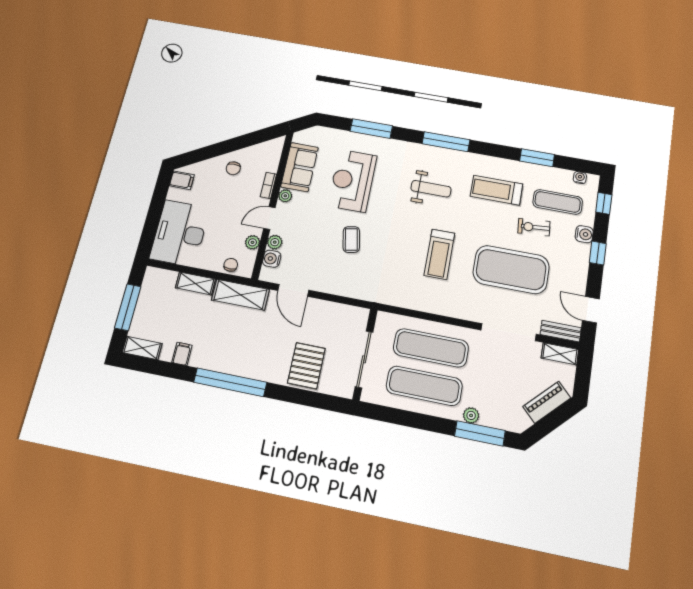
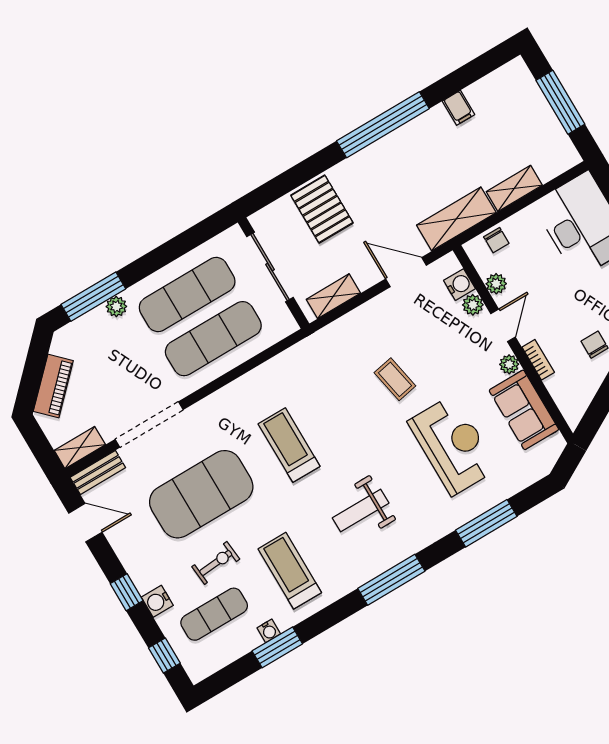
water cooler: (580, 178) -> (269, 631), moved
treadmill: (496, 190) -> (290, 571), turned -90
shelving: (142, 348) -> (333, 296), moved

